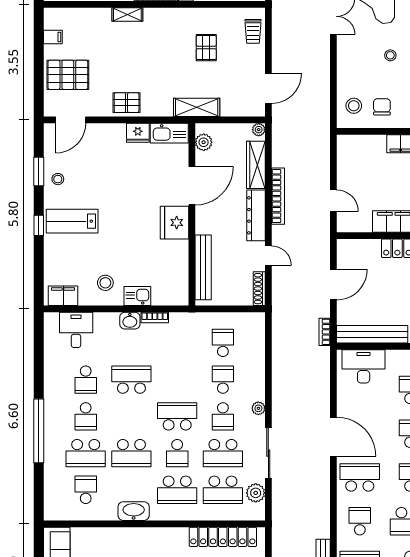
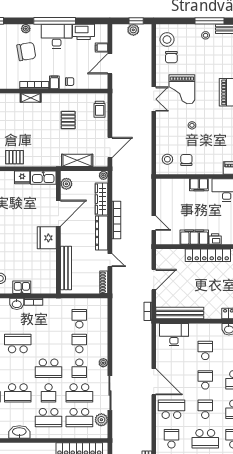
shelving: (127, 14) -> (31, 98), moved
shelving: (197, 107) -> (77, 160), moved
school desk: (177, 416) -> (49, 368), turned 180

